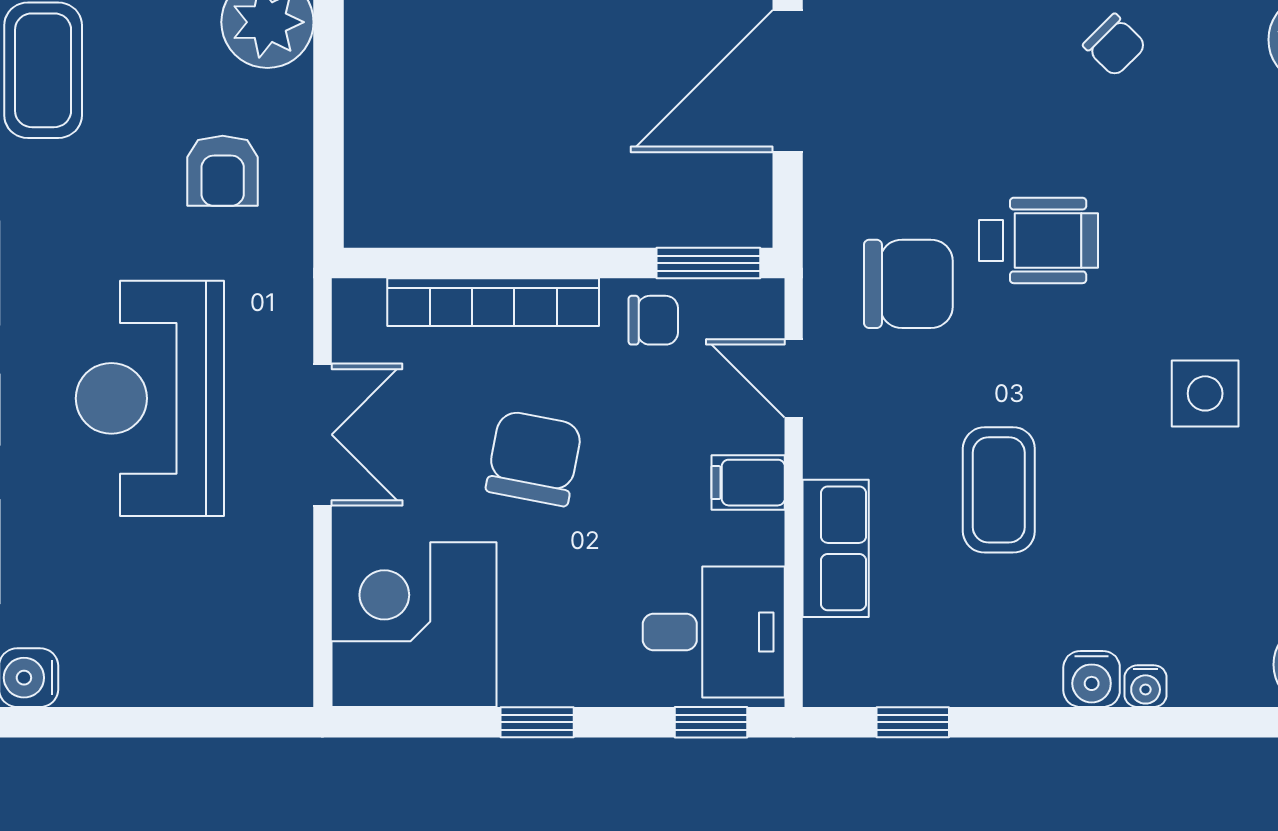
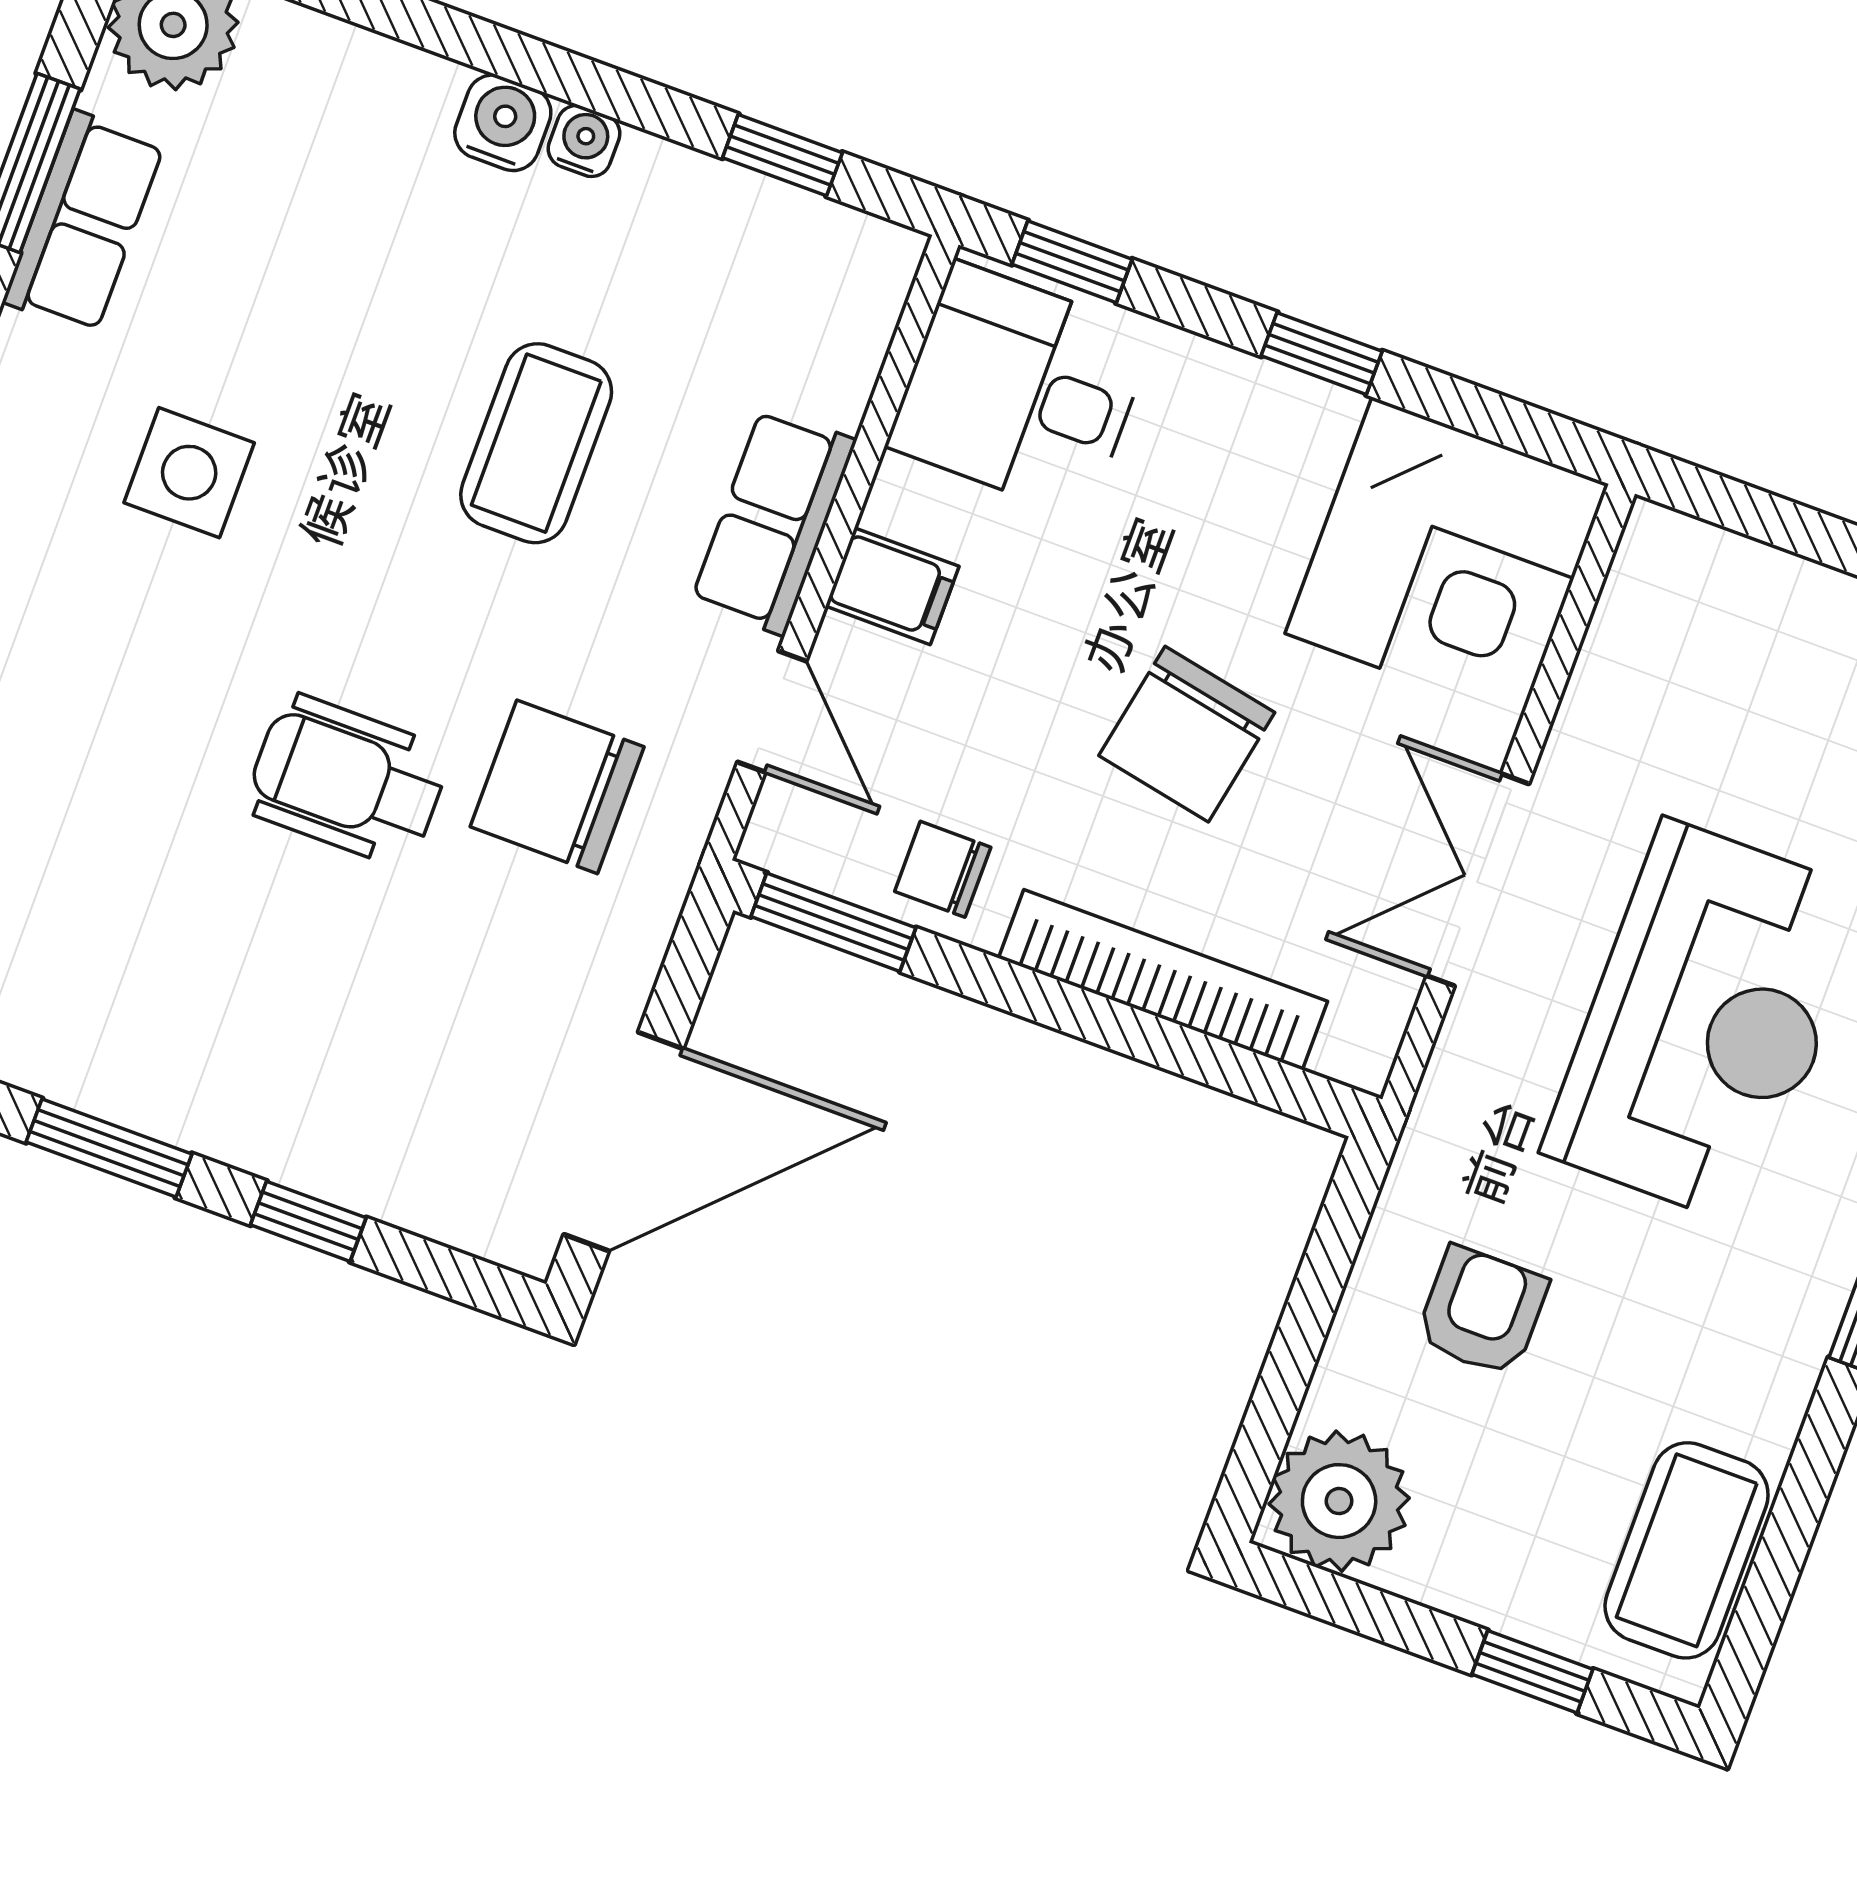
chair: (1115, 45) -> (135, 1020), removed
row of seats: (836, 548) -> (773, 521), moved
water cooler: (1146, 686) -> (584, 141), moved

